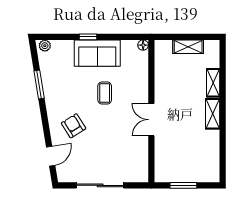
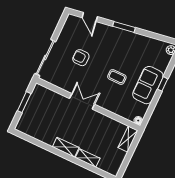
shelving: (188, 47) -> (128, 139), moved
window: (39, 84) -> (124, 27), moved
armchair: (74, 126) -> (81, 58), moved, turned -148
sliding door: (100, 185) -> (45, 58), moved

